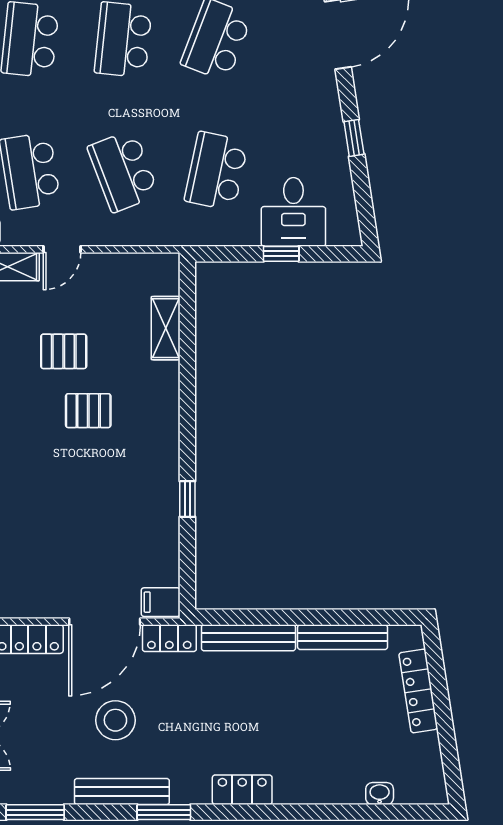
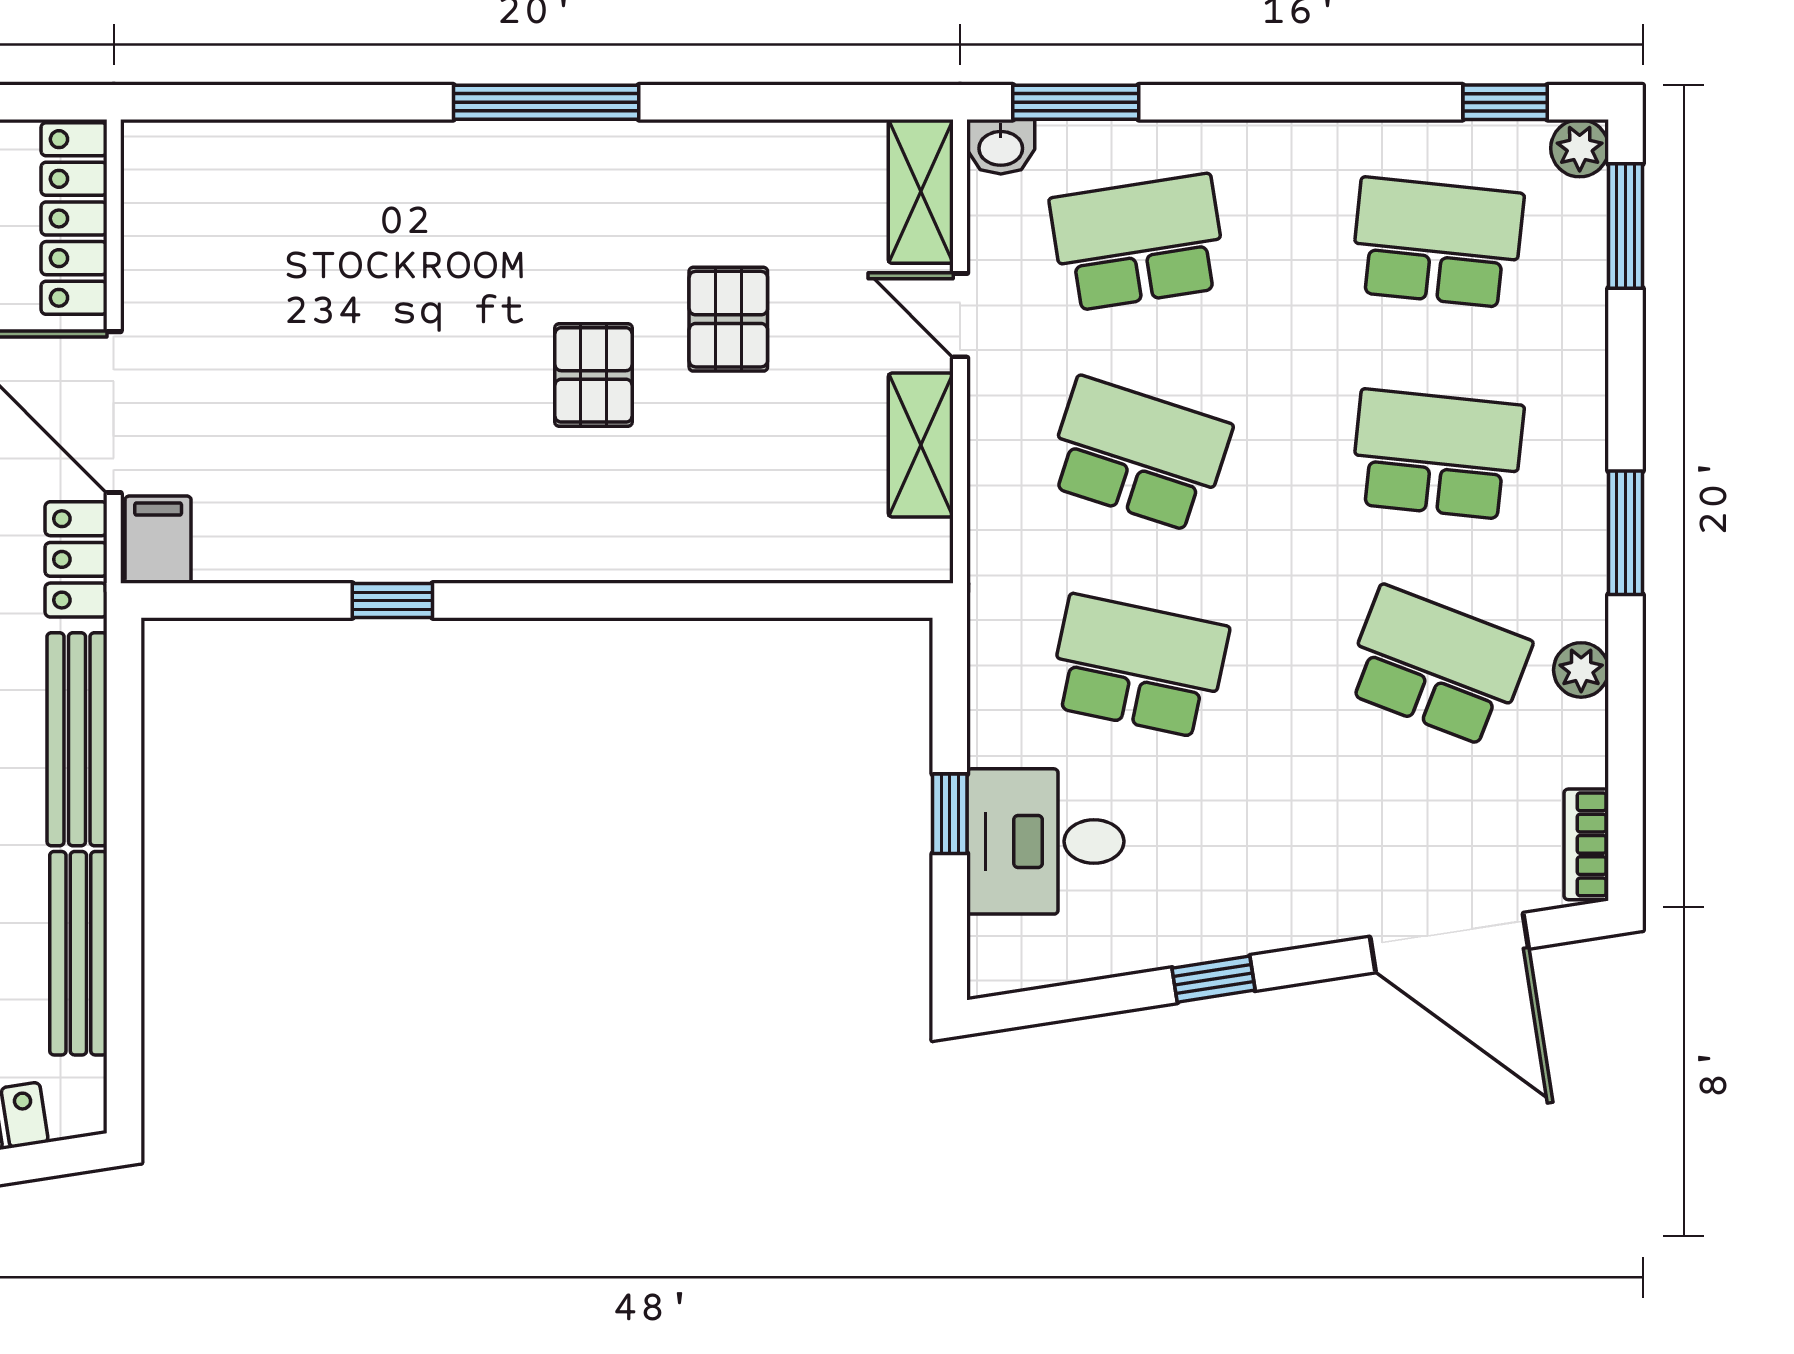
school desk: (123, 171) -> (1138, 454), turned 39
shelving: (166, 328) -> (921, 445), moved, turned 90

